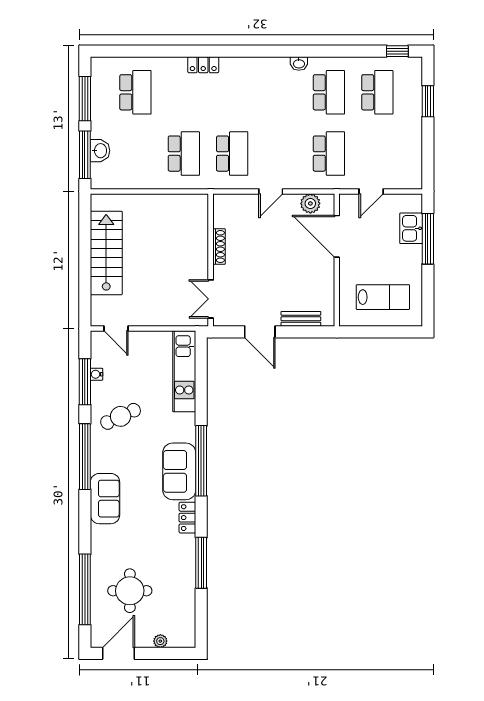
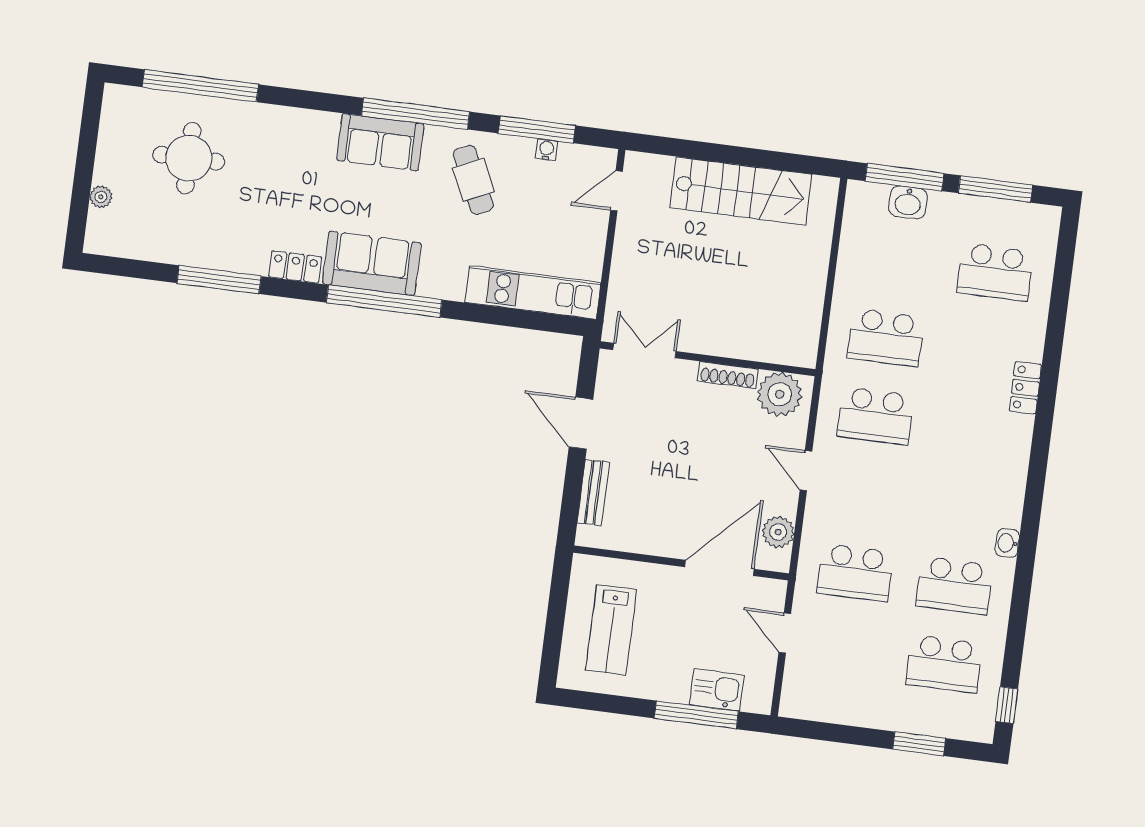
plant: (227, 213) -> (780, 394), added
door: (260, 332) -> (581, 423), hinge flipped
sofa: (105, 499) -> (380, 142), moved
door: (118, 653) -> (90, 127), removed

